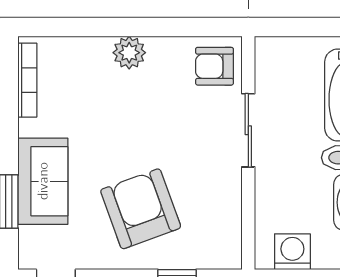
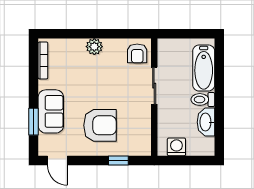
armchair: (214, 66) -> (137, 53), turned -90
armchair: (141, 209) -> (100, 125), turned 110

